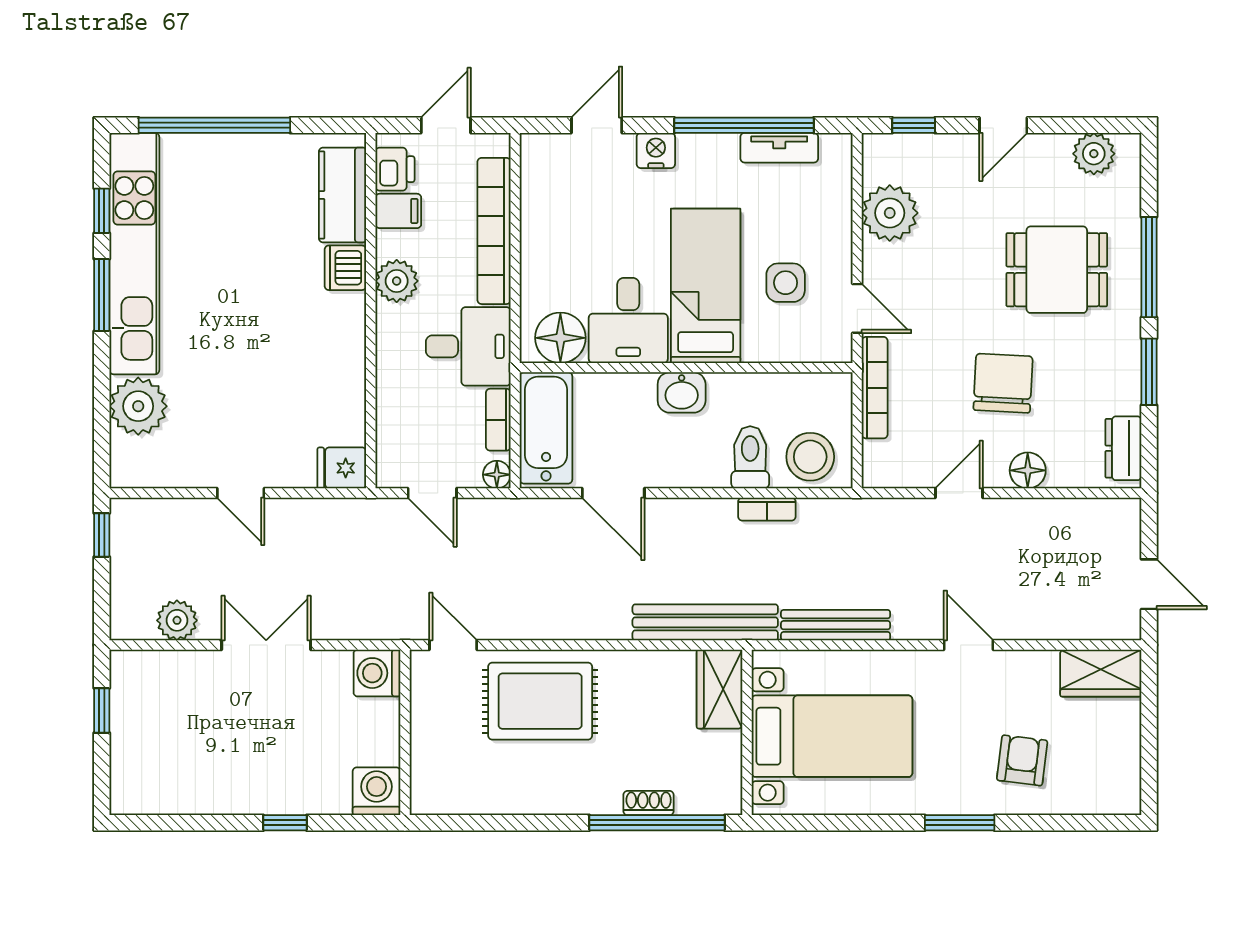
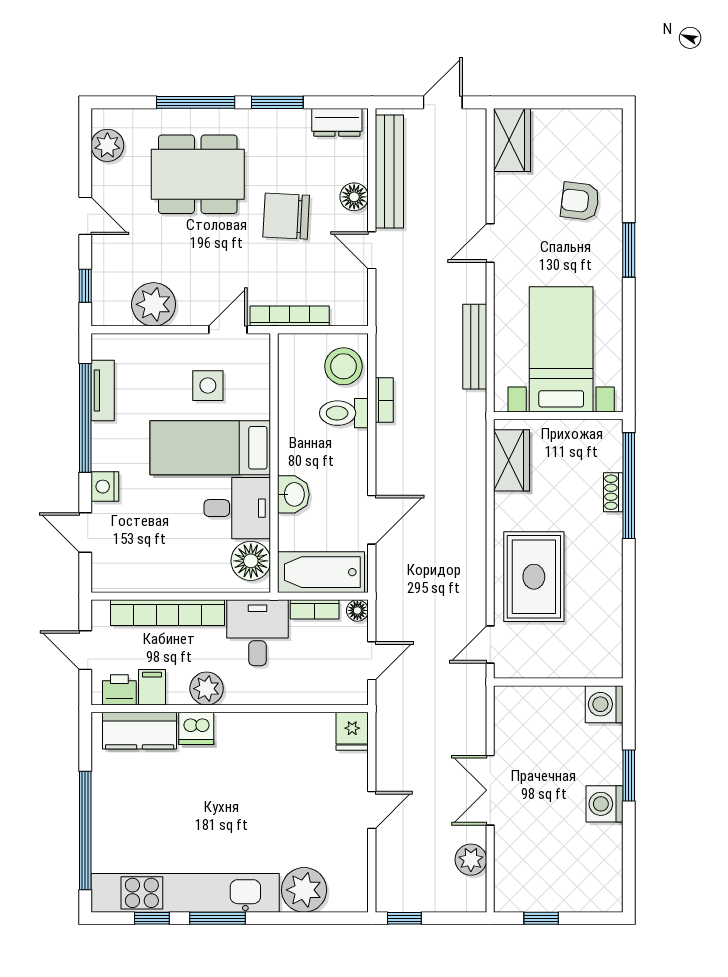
dining table: (1057, 270) -> (198, 174), width x1.38
washbasin: (682, 392) -> (293, 494), moved
bench: (705, 622) -> (389, 172), moved
washing machine: (377, 673) -> (604, 804), moved, turned 90
wardrobe: (719, 689) -> (512, 460), moved, turned -90
window: (285, 823) -> (629, 775), width x1.50

